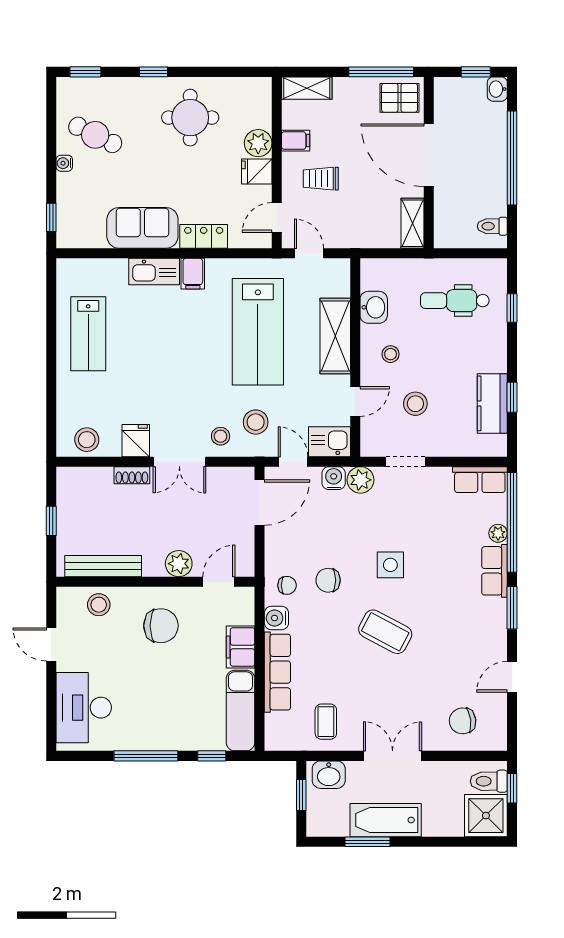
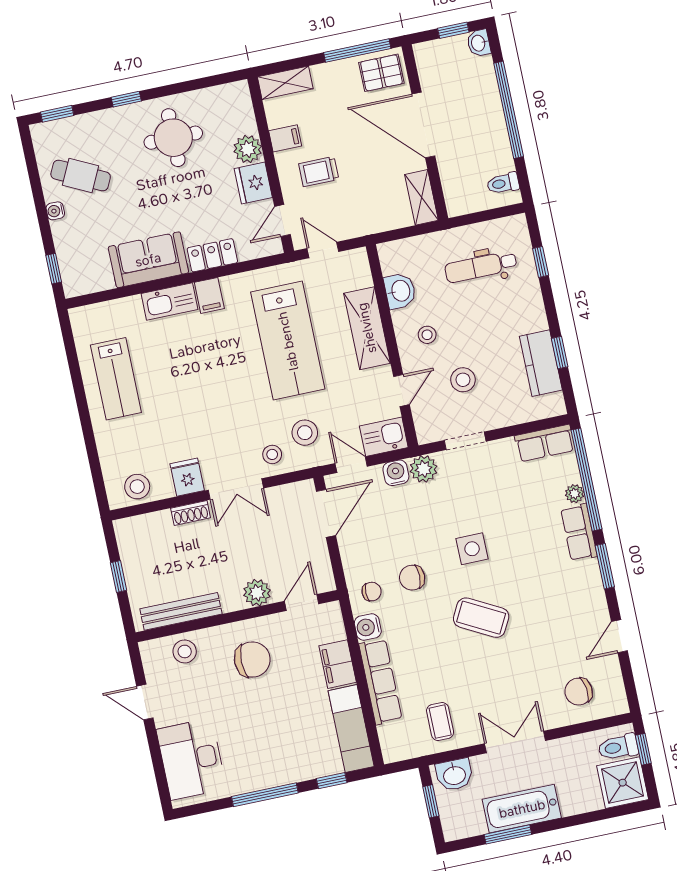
fridge: (257, 171) -> (253, 183), width x1.38

